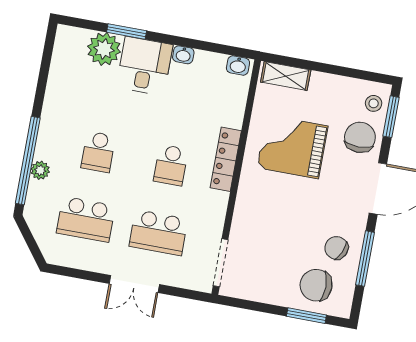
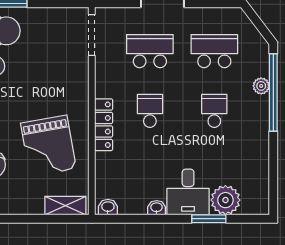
grand piano: (292, 147) -> (48, 146), turned 80

